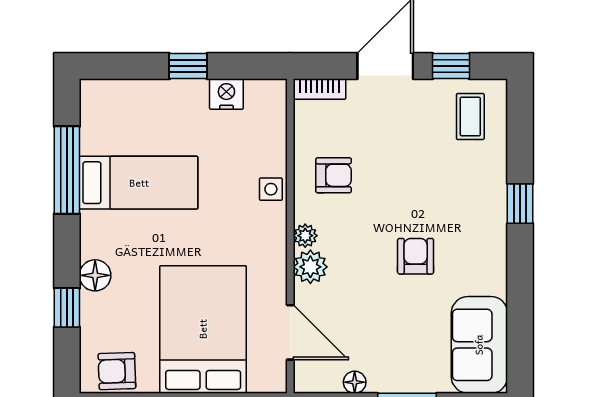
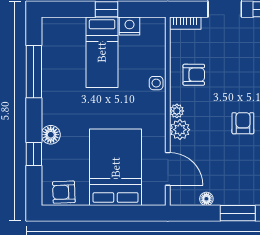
bed: (139, 183) -> (102, 52), moved, turned 90

